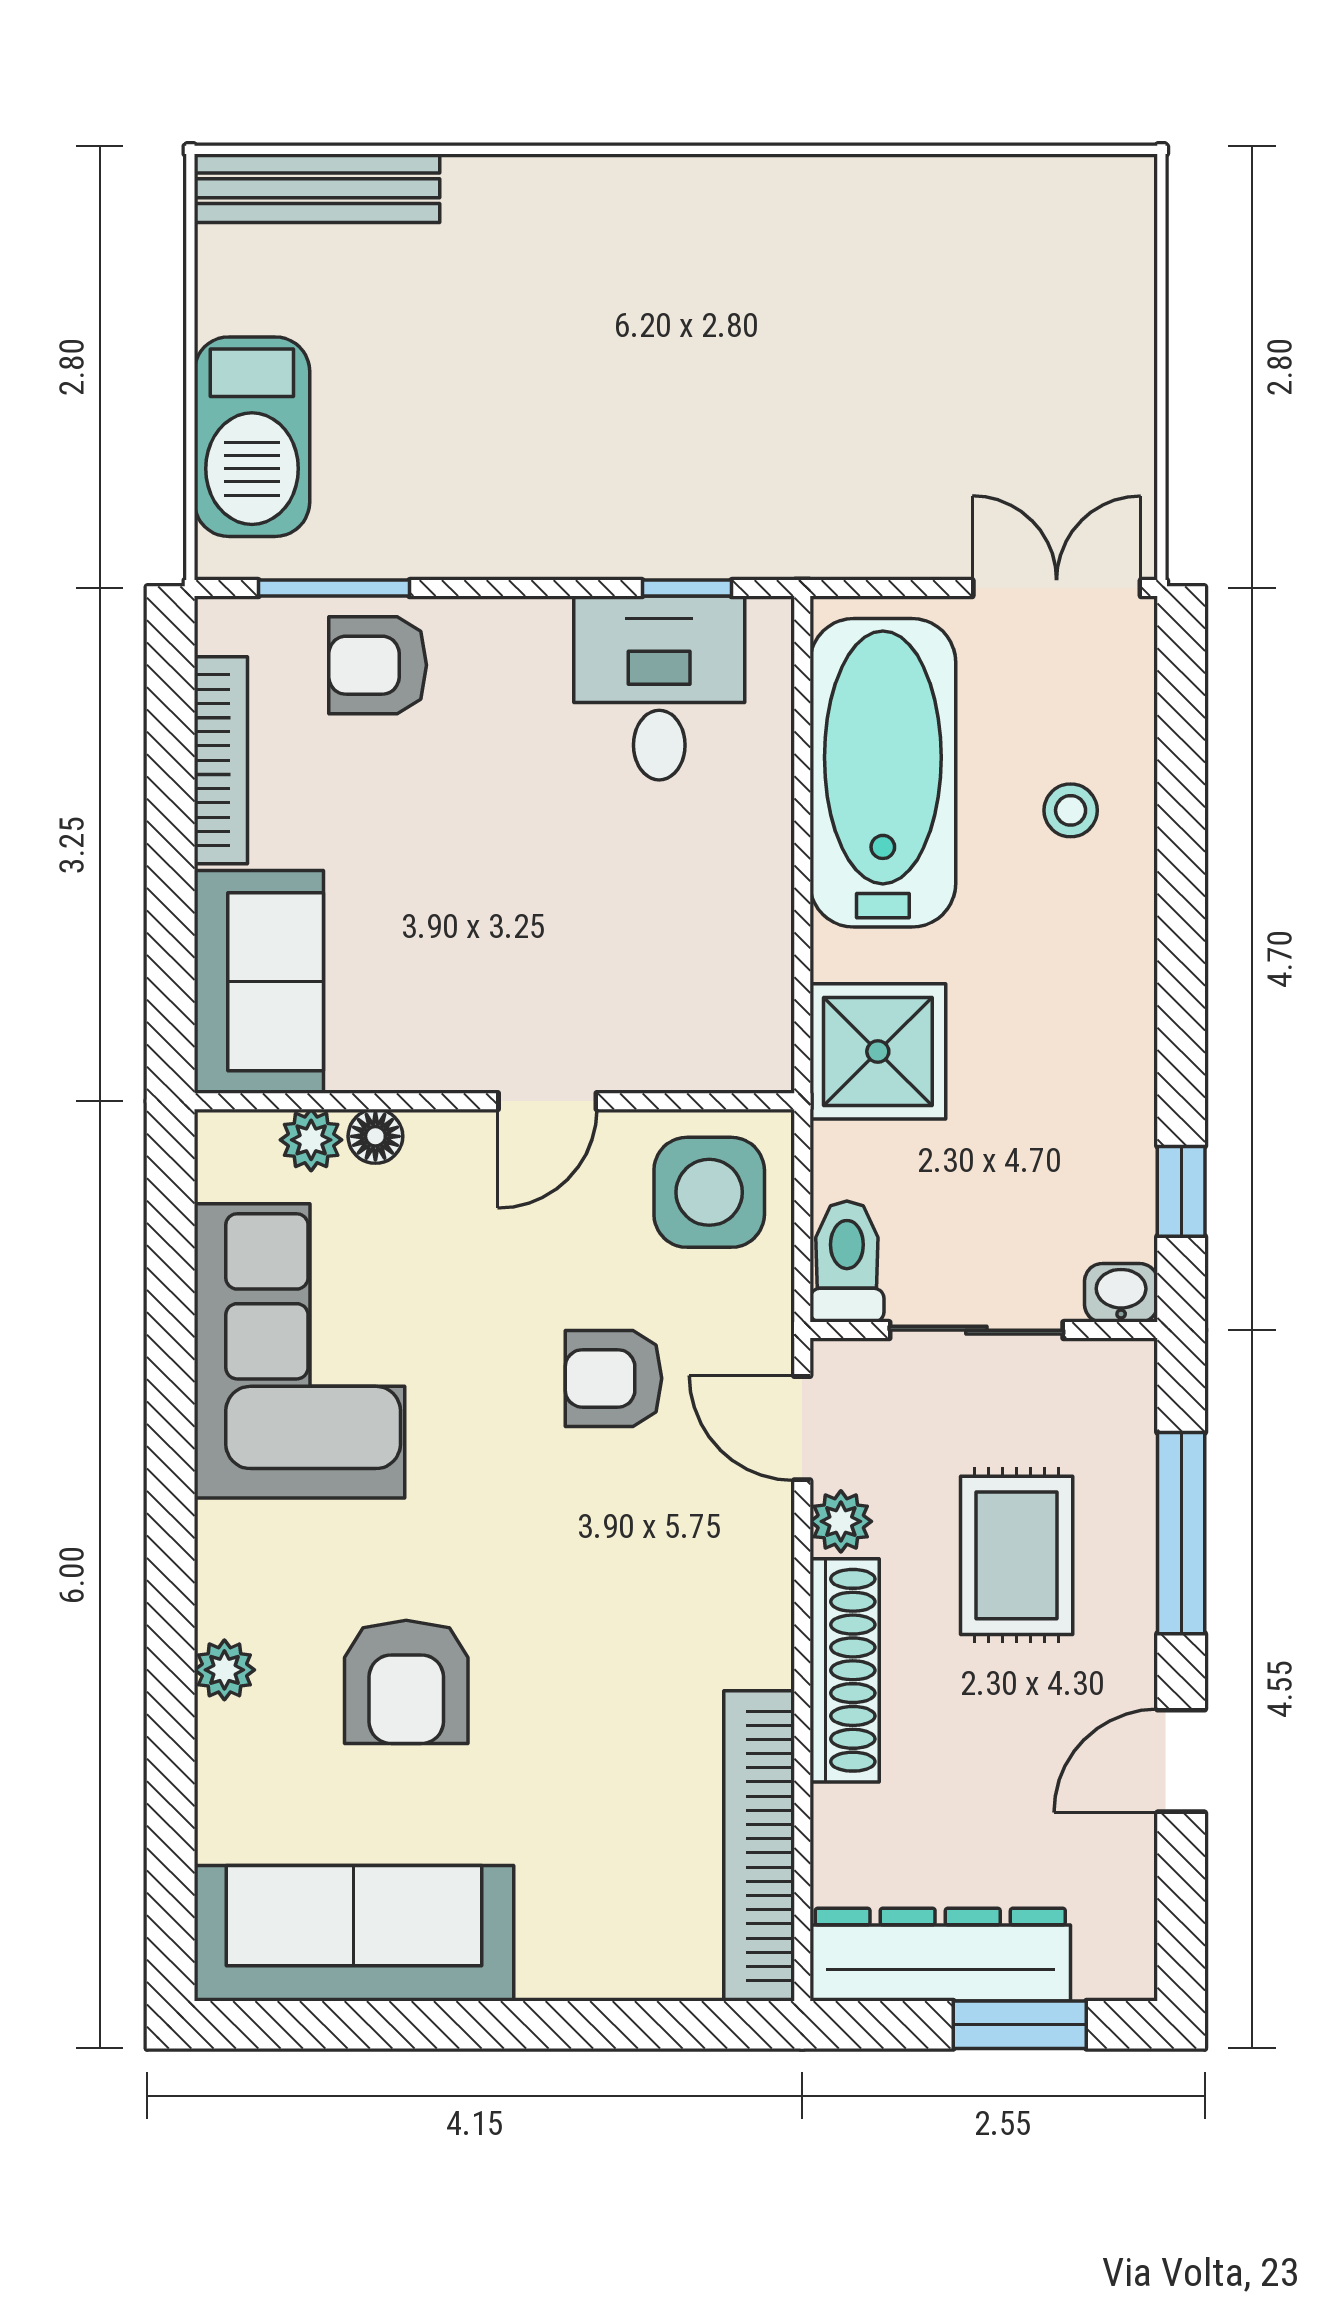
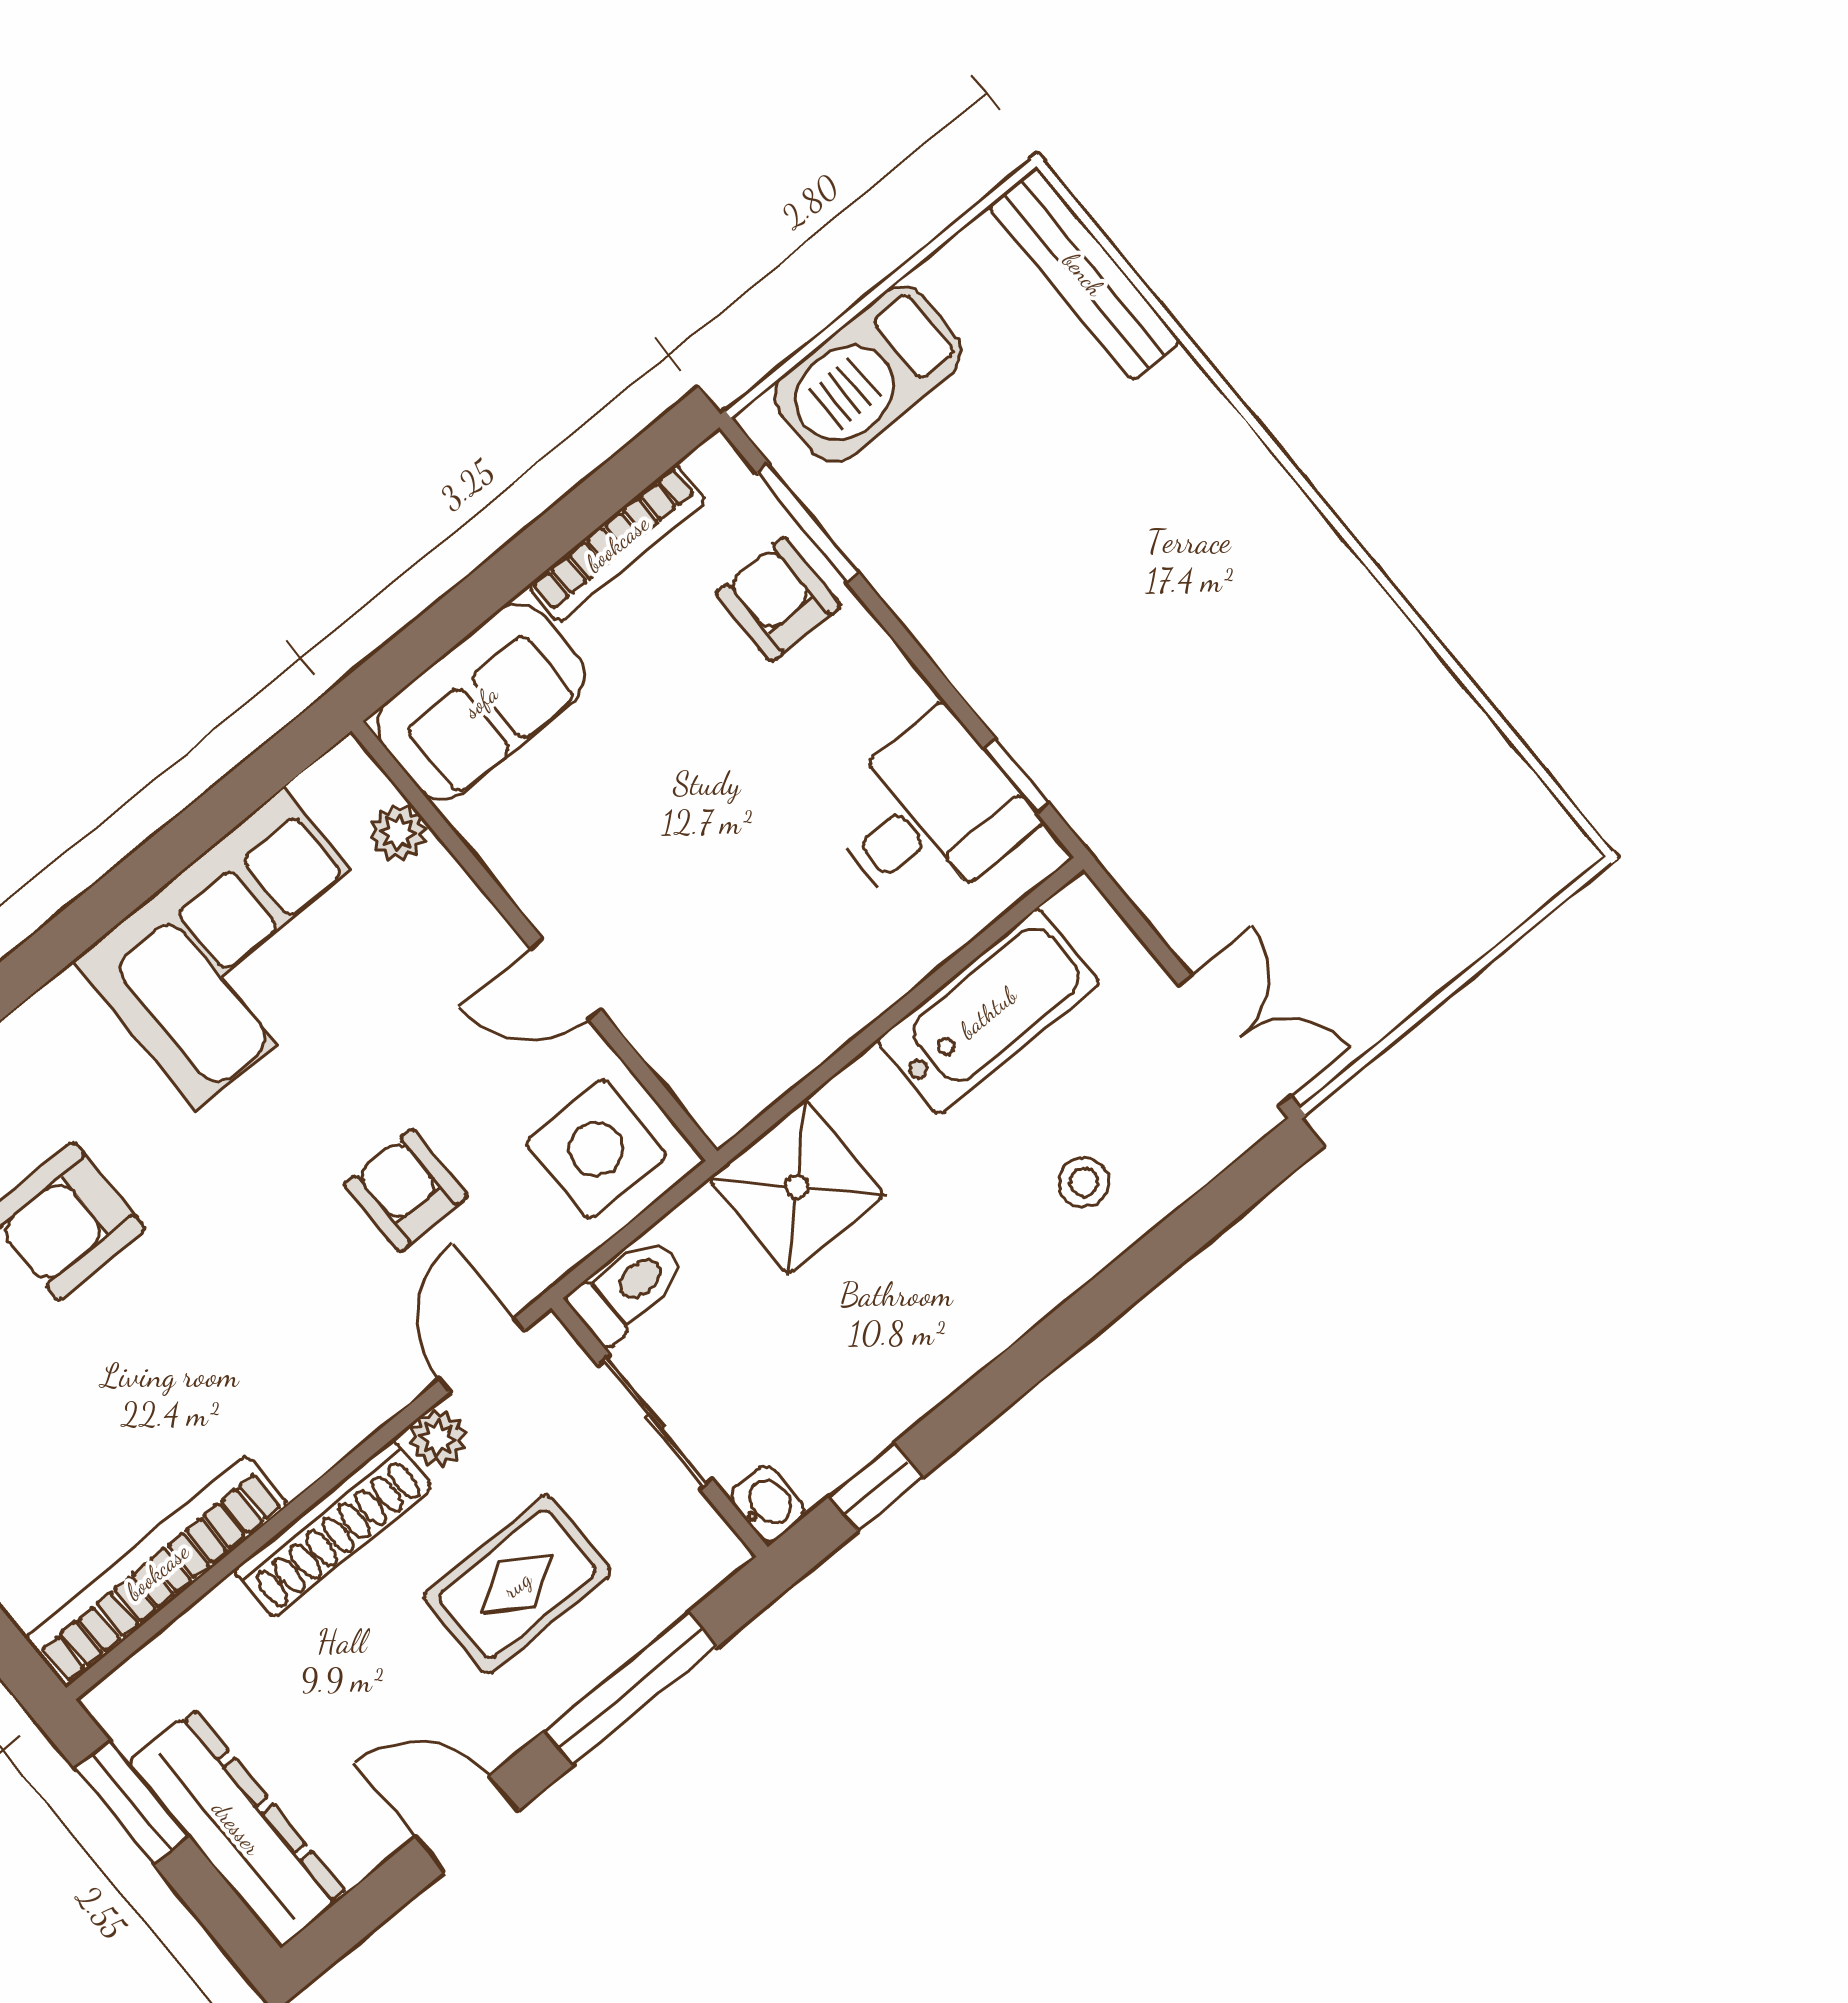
bathtub: (883, 773) -> (988, 1012), width x0.73, depth x0.73
floor lamp: (375, 1136) -> (439, 876), removed
dresser: (940, 1955) -> (237, 1828), moved
window: (1020, 2025) -> (132, 1802), moved

